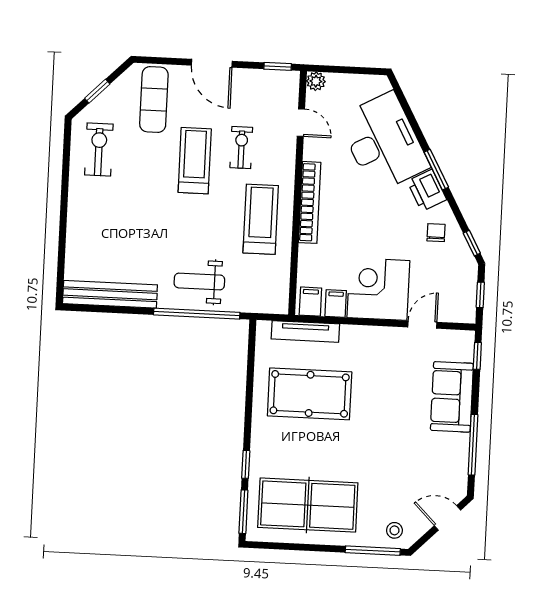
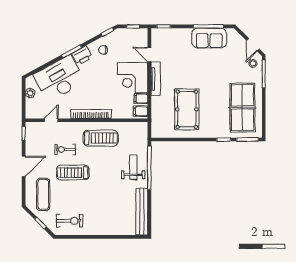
plant: (316, 81) -> (30, 93), moved
exercise mat: (154, 99) -> (43, 194), turned 90
exercise bike: (99, 149) -> (70, 221), turned 180
treadmill: (261, 219) -> (101, 138), turned 180
weight bench: (199, 281) -> (133, 167), turned 180
tv unit: (305, 331) -> (156, 79), moved
sofa: (452, 397) -> (209, 38), moved
door: (448, 518) -> (253, 45), moved

